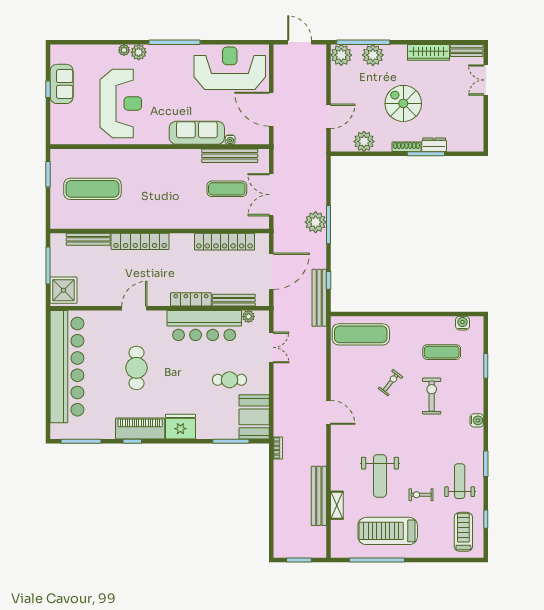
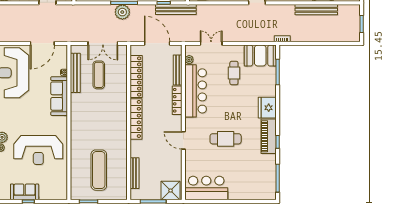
reception desk: (121, 103) -> (38, 150), turned 180
locker: (140, 241) -> (136, 119), moved
bar counter: (67, 367) -> (206, 188), width x0.54

